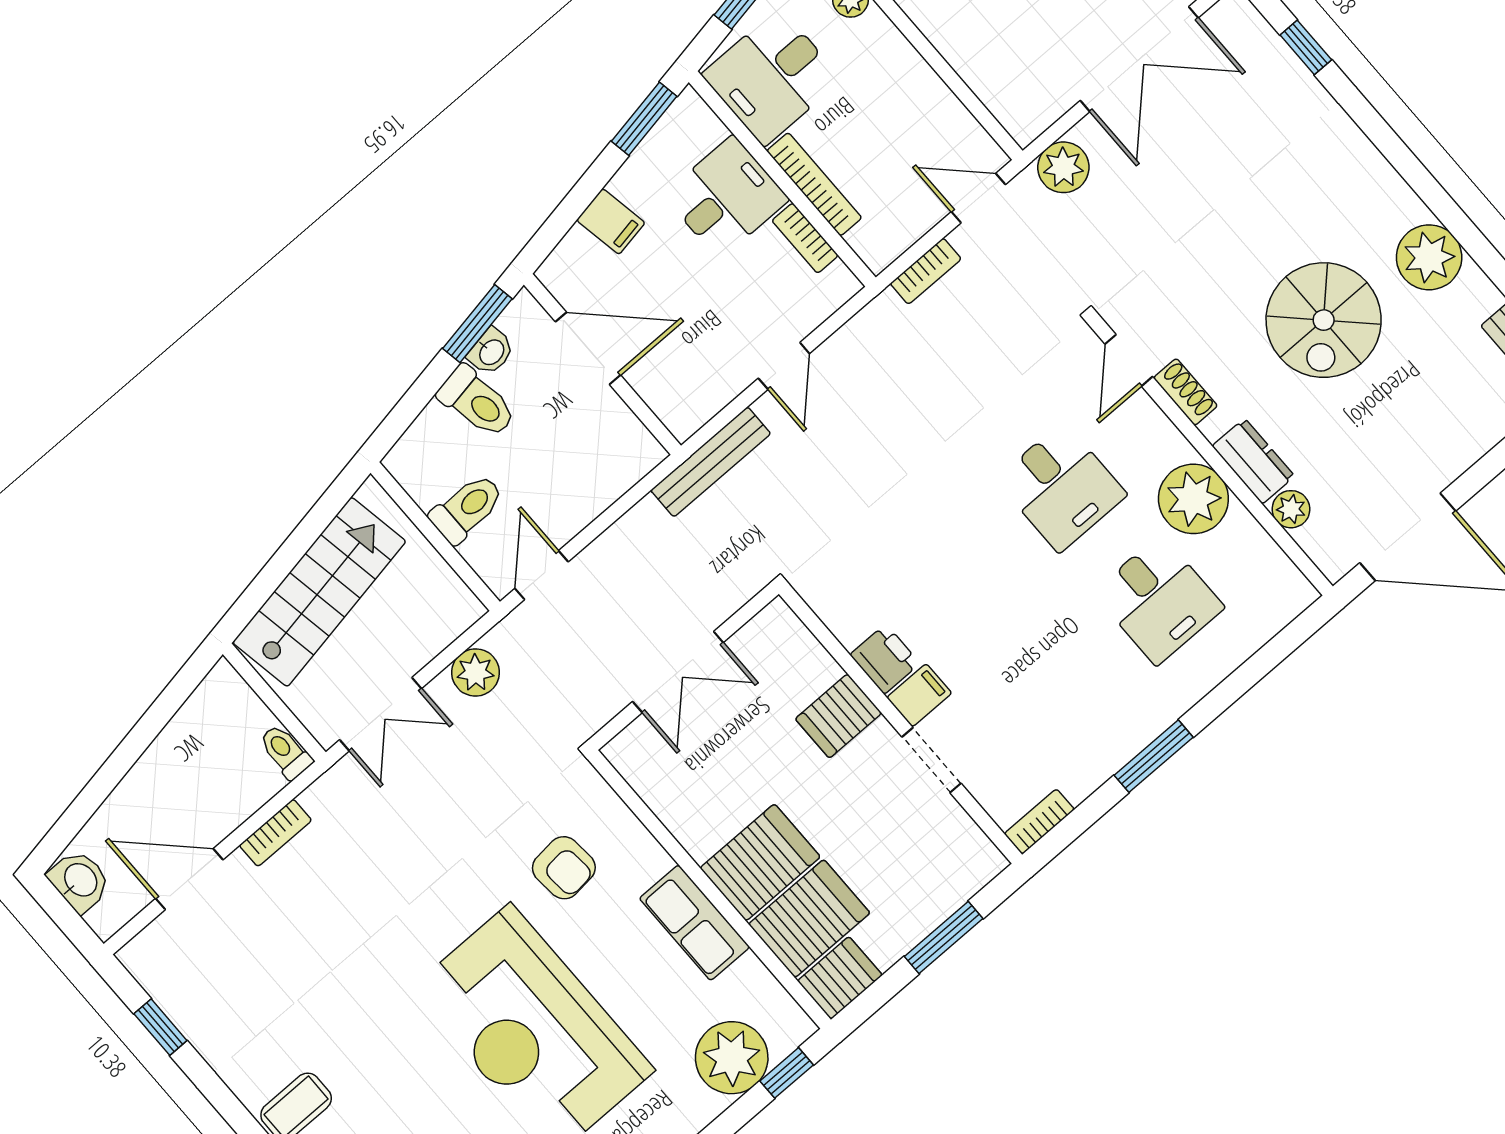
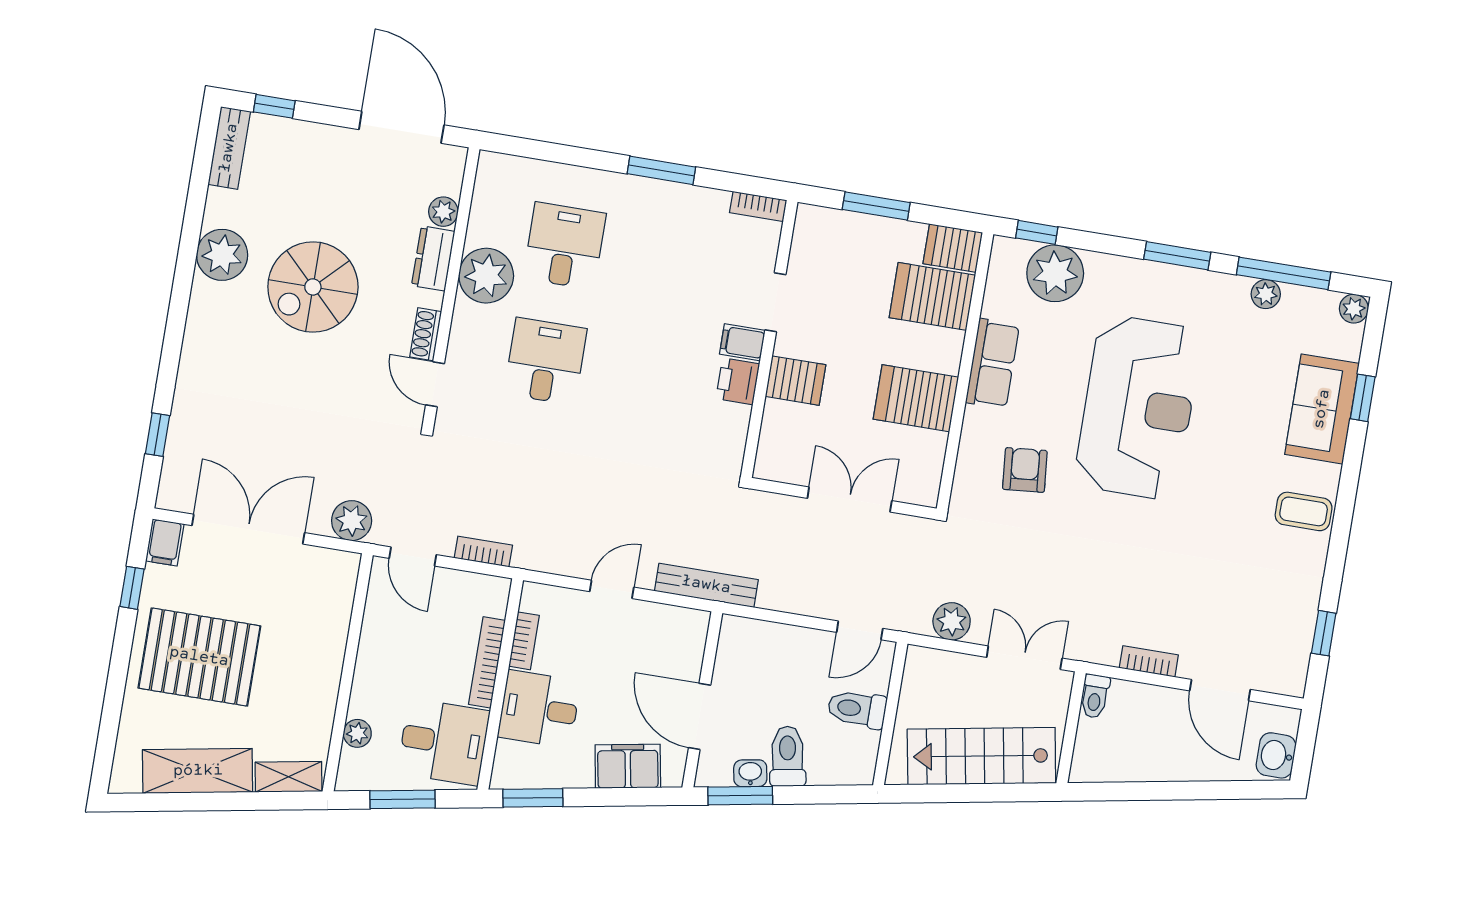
filing cabinet: (611, 221) -> (628, 766), width x2.00
spiral stairs: (1324, 320) -> (313, 287), turned 180
door: (1129, 360) -> (435, 384), swing flipped
server rack: (760, 862) -> (916, 398), moved

